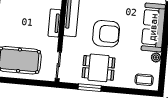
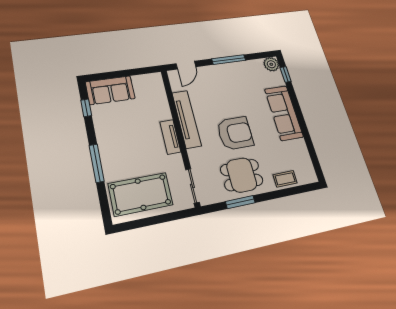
plant: (156, 57) -> (301, 145), removed
coffee table: (144, 80) -> (285, 179), moved

